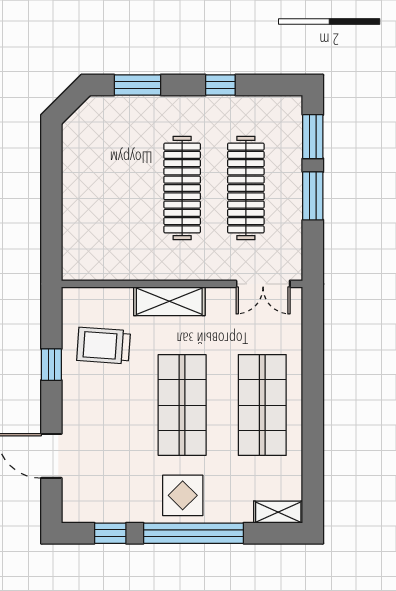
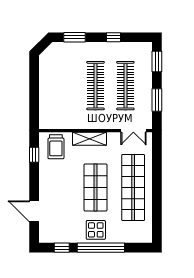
window: (313, 196) -> (157, 100), moved
trolley: (104, 346) -> (56, 147), moved, turned -94
window: (51, 365) -> (34, 155), moved
shop shelf: (262, 405) -> (133, 187), width x1.40
shelving: (278, 512) -> (141, 238), removed

